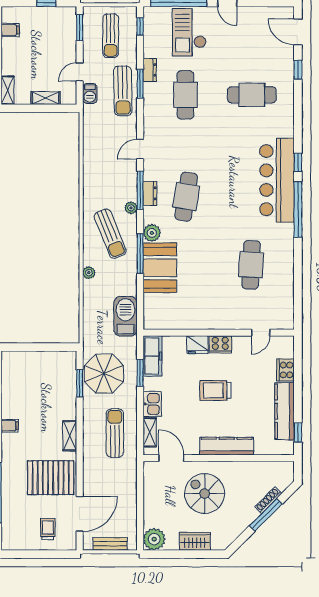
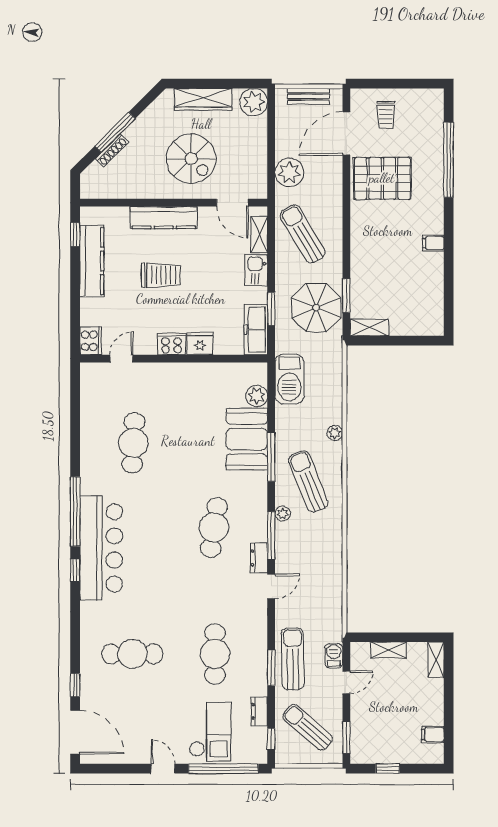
door: (298, 32) -> (75, 732), width x1.36
sun lounger: (111, 36) -> (308, 727), turned -49
dresser: (150, 70) -> (259, 711), moved
dresser: (150, 193) -> (259, 558), moved
plant: (152, 233) -> (257, 396), moved
cooker: (285, 370) -> (91, 341), moved
trolley: (215, 391) -> (161, 275), moved
sun lounger: (115, 433) -> (303, 234), turned 149
shelving: (70, 436) -> (370, 327), moved, turned 90
plant: (126, 482) -> (289, 172), added
wardrobe: (195, 541) -> (203, 99), width x1.50

